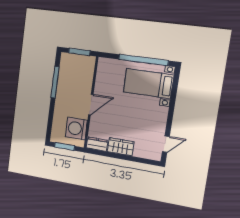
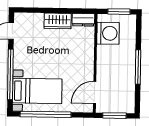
window: (55, 82) -> (138, 67), moved
window: (172, 103) -> (10, 74), added
door: (91, 105) -> (95, 92), moved

